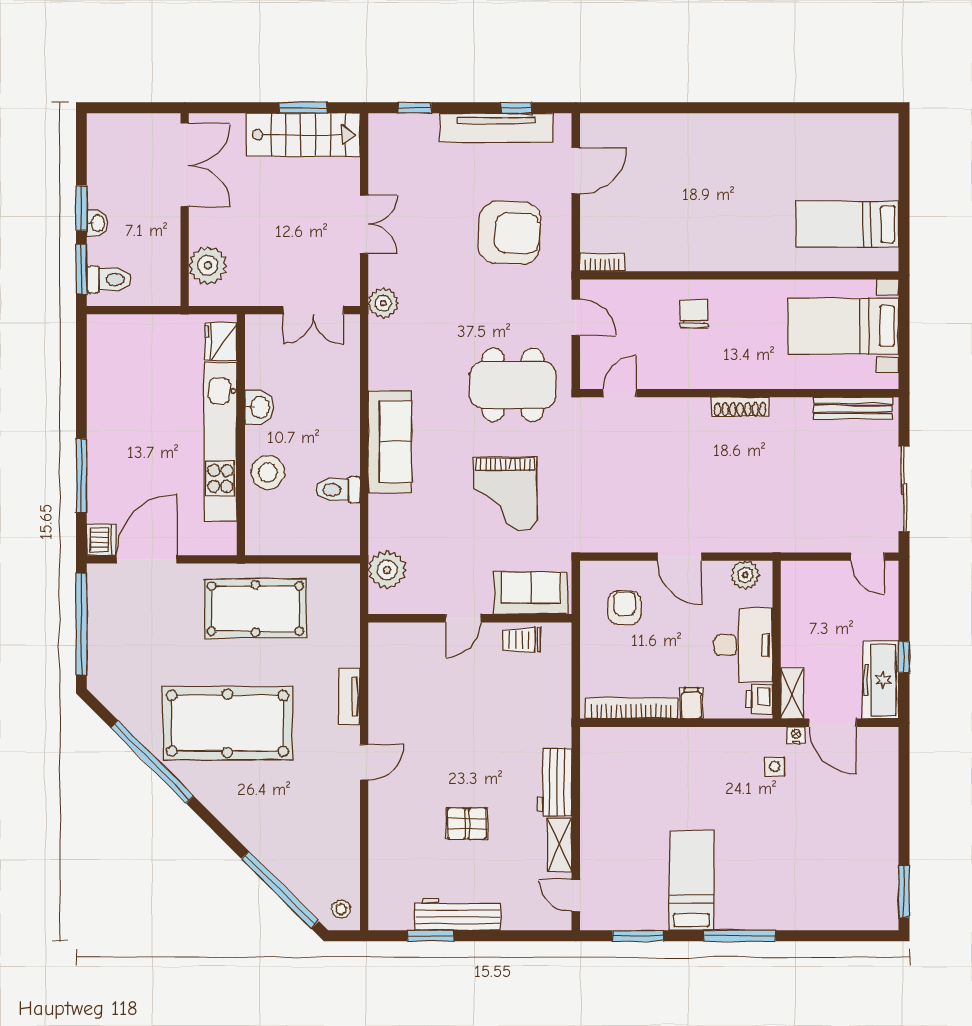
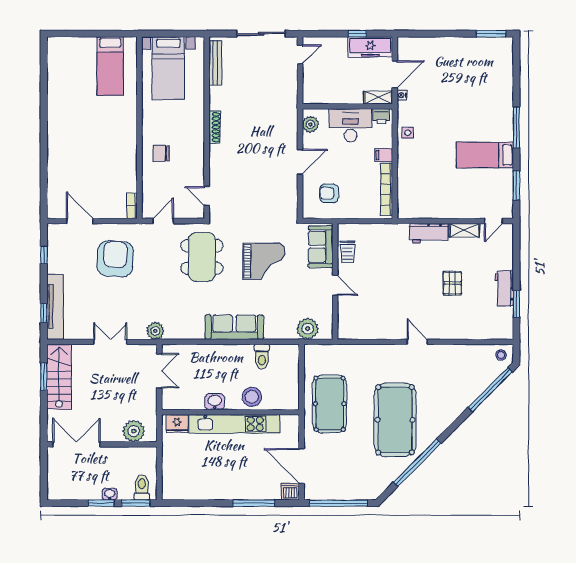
tv unit: (496, 128) -> (55, 306), moved
tv unit: (349, 696) -> (380, 350), removed
side table: (775, 767) -> (408, 133), moved
workbench: (458, 914) -> (504, 288), width x0.73

